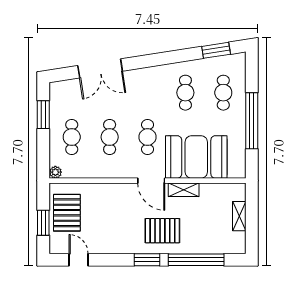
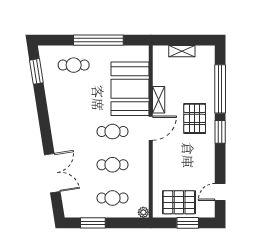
cafe table: (185, 93) -> (74, 98), removed

